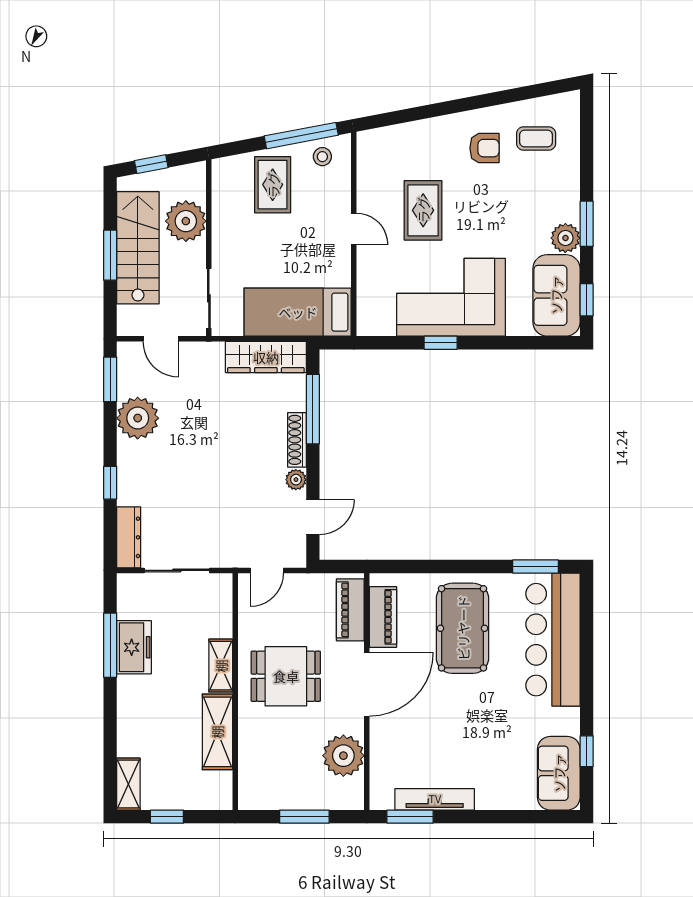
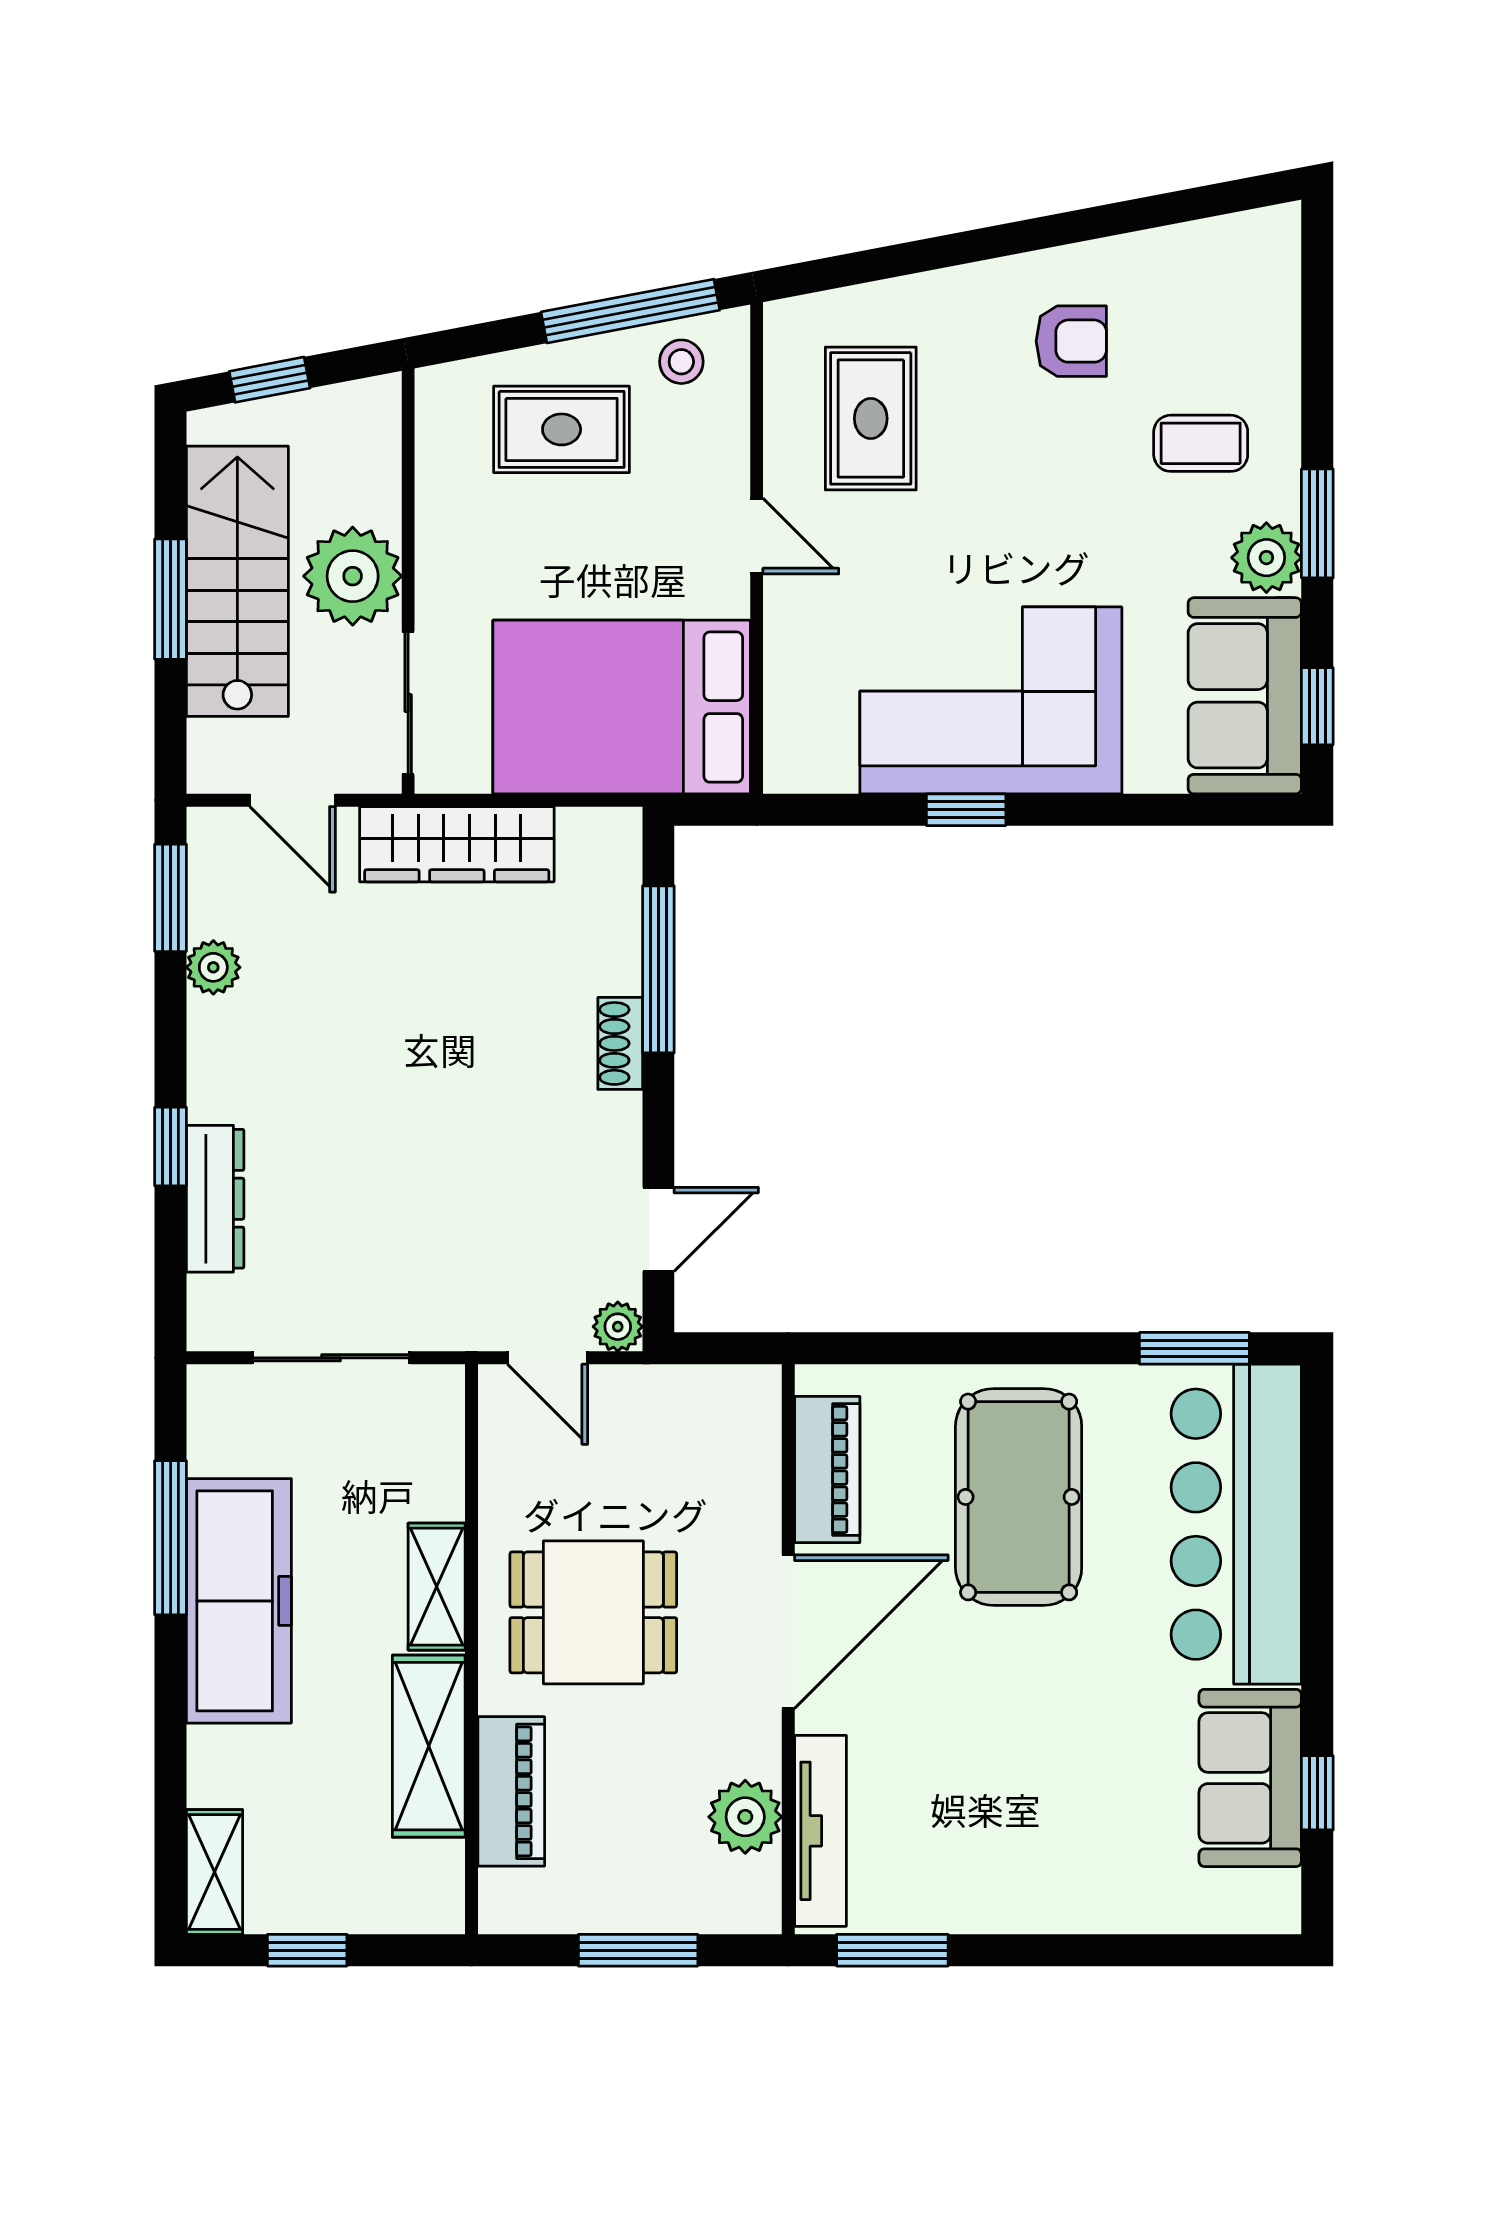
coffee table: (536, 138) -> (1201, 443), moved
rug: (273, 185) -> (562, 429), turned 90
rug: (423, 210) -> (871, 418), moved
plant: (186, 221) -> (353, 576), moved
bed: (298, 312) -> (622, 707), width x1.50
wardrobe: (266, 357) -> (457, 844), moved
plant: (138, 418) -> (213, 967), width x0.53, depth x0.53
shoe rack: (297, 440) -> (620, 1043), width x0.70
plant: (296, 480) -> (618, 1327), moved
dresser: (129, 537) -> (215, 1199), moved
door: (267, 570) -> (548, 1358), hinge flipped
piano: (350, 610) -> (511, 1791), moved, turned 180
freezer: (134, 647) -> (239, 1601), width x1.91, depth x1.26
plant: (343, 756) -> (745, 1817), width x0.73, depth x0.73
sofa: (559, 773) -> (1250, 1778), moved
tv unit: (435, 799) -> (820, 1831), moved, turned 90

